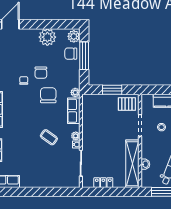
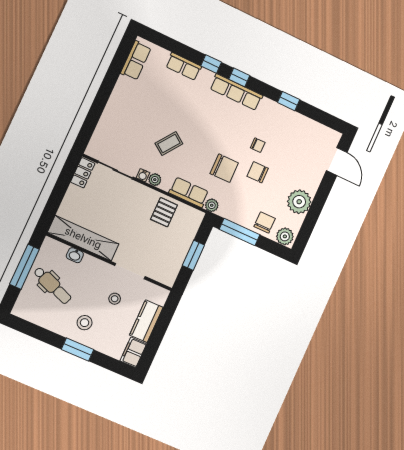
window: (84, 56) -> (240, 232), moved
pallet: (127, 104) -> (164, 212), moved
locker: (103, 183) -> (83, 173), moved

